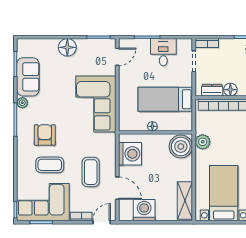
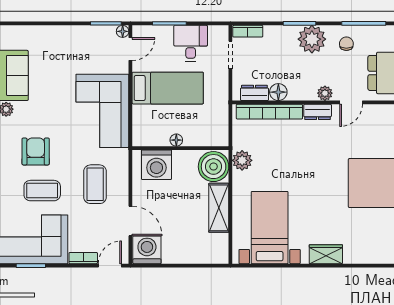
floor lamp: (67, 47) -> (123, 31), moved, width x0.53, depth x0.53
bed: (165, 99) -> (168, 88), moved, turned 180
washing machine: (130, 154) -> (156, 165), moved, turned 90
coffee table: (91, 172) -> (95, 184), moved
shelving: (185, 200) -> (219, 208), moved
washing machine: (144, 210) -> (147, 250), moved

